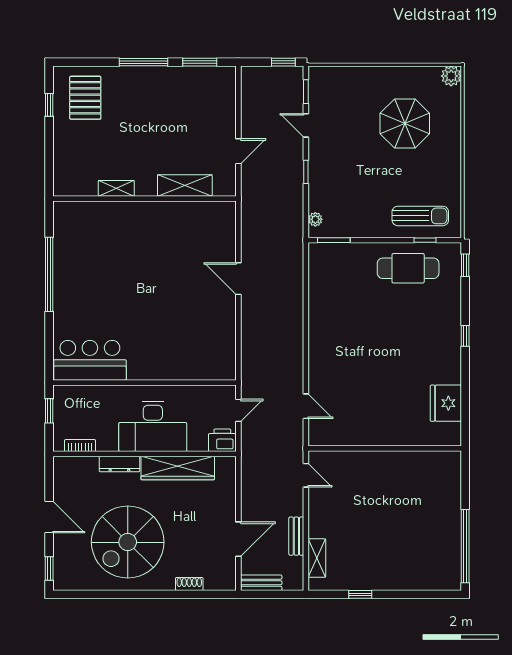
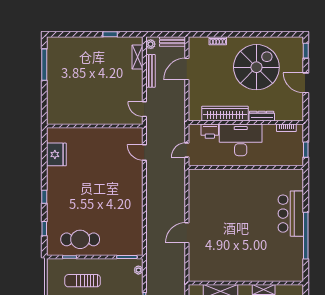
sun lounger: (420, 216) -> (83, 281), moved
window: (465, 265) -> (44, 229), moved
door: (238, 279) -> (187, 233), swing flipped
bar counter: (90, 360) -> (291, 214), moved, turned 90
printer: (222, 440) -> (210, 131), moved
bench: (296, 536) -> (150, 71), width x1.36
window: (465, 546) -> (44, 65), width x0.68
plant: (296, 579) -> (151, 44), added

